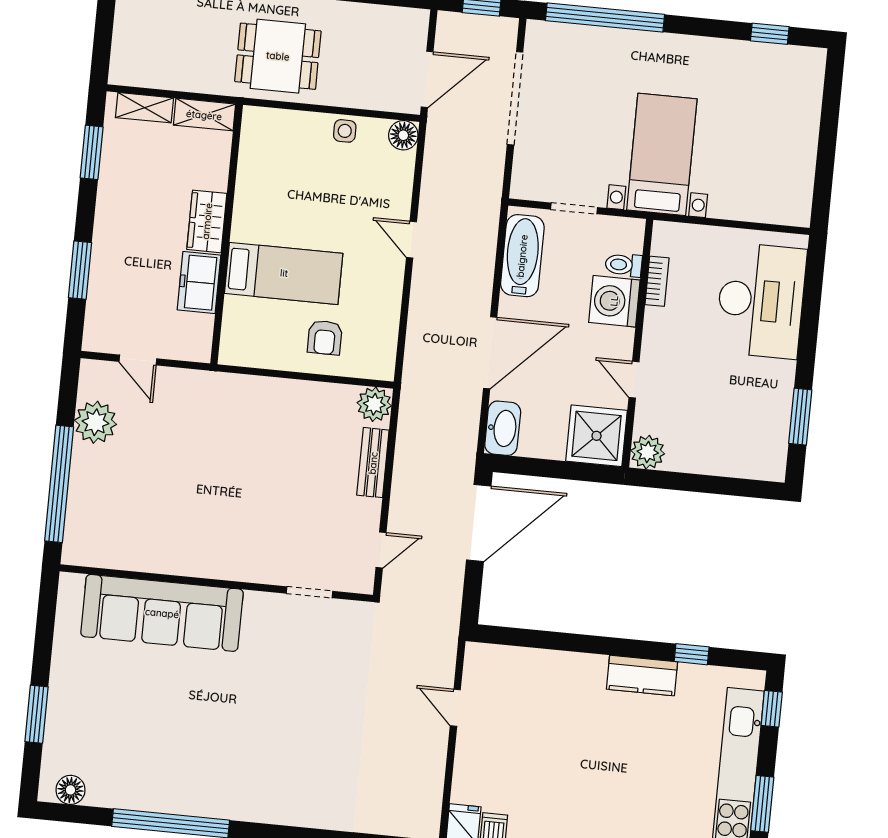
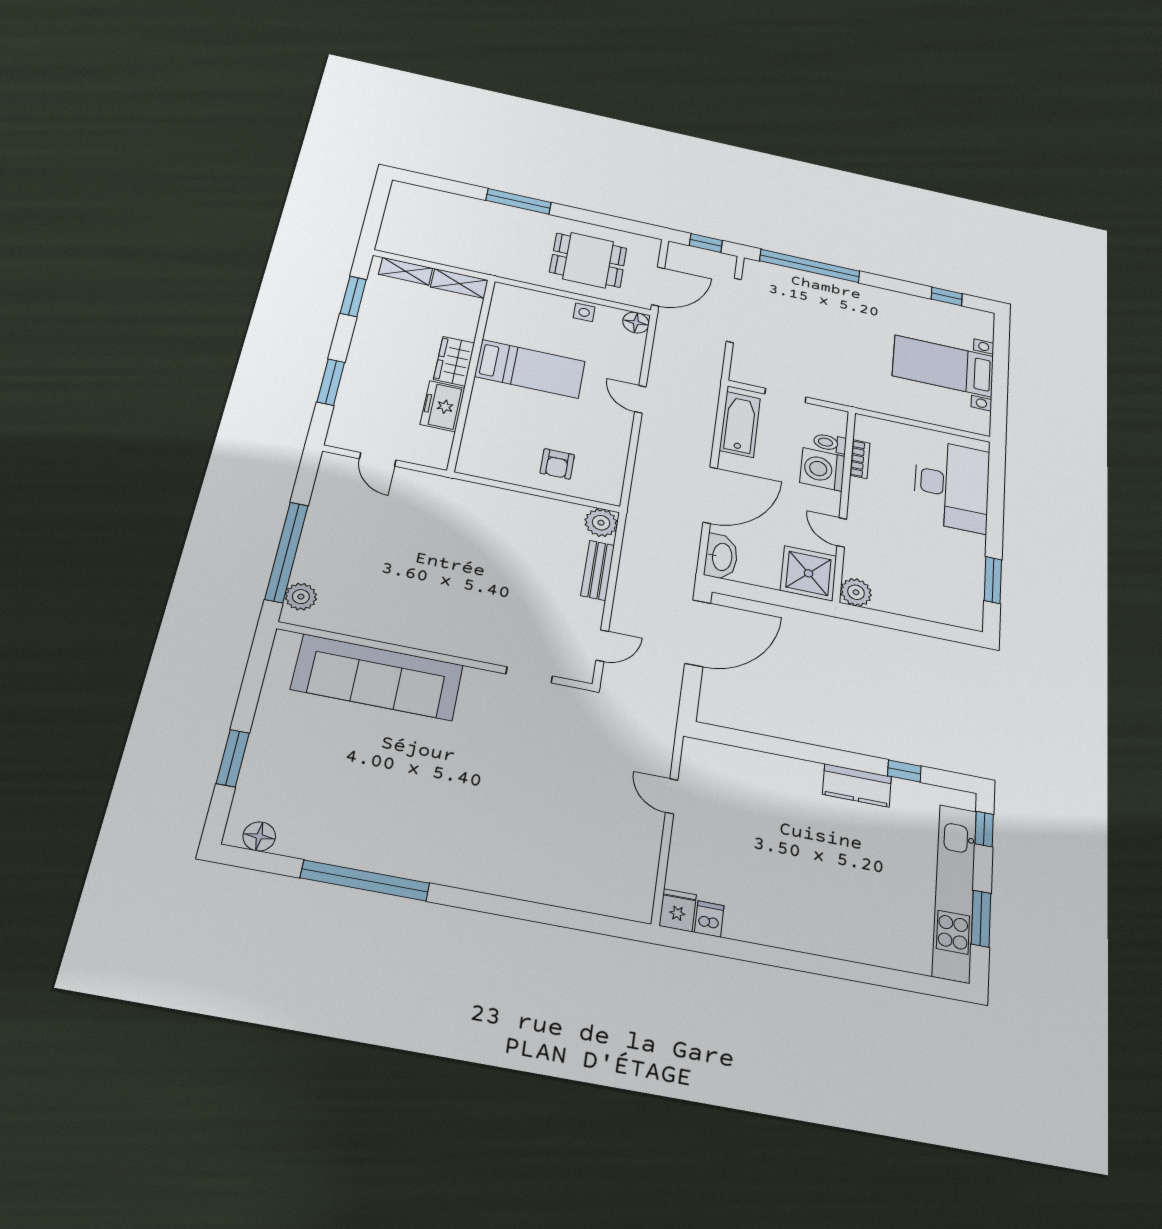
dining table: (278, 56) -> (588, 260), moved
bed with nightstands: (662, 154) -> (943, 366), moved, turned -90
bed: (284, 273) -> (530, 369), moved
plant: (95, 422) -> (301, 597), moved, width x0.73, depth x0.73

